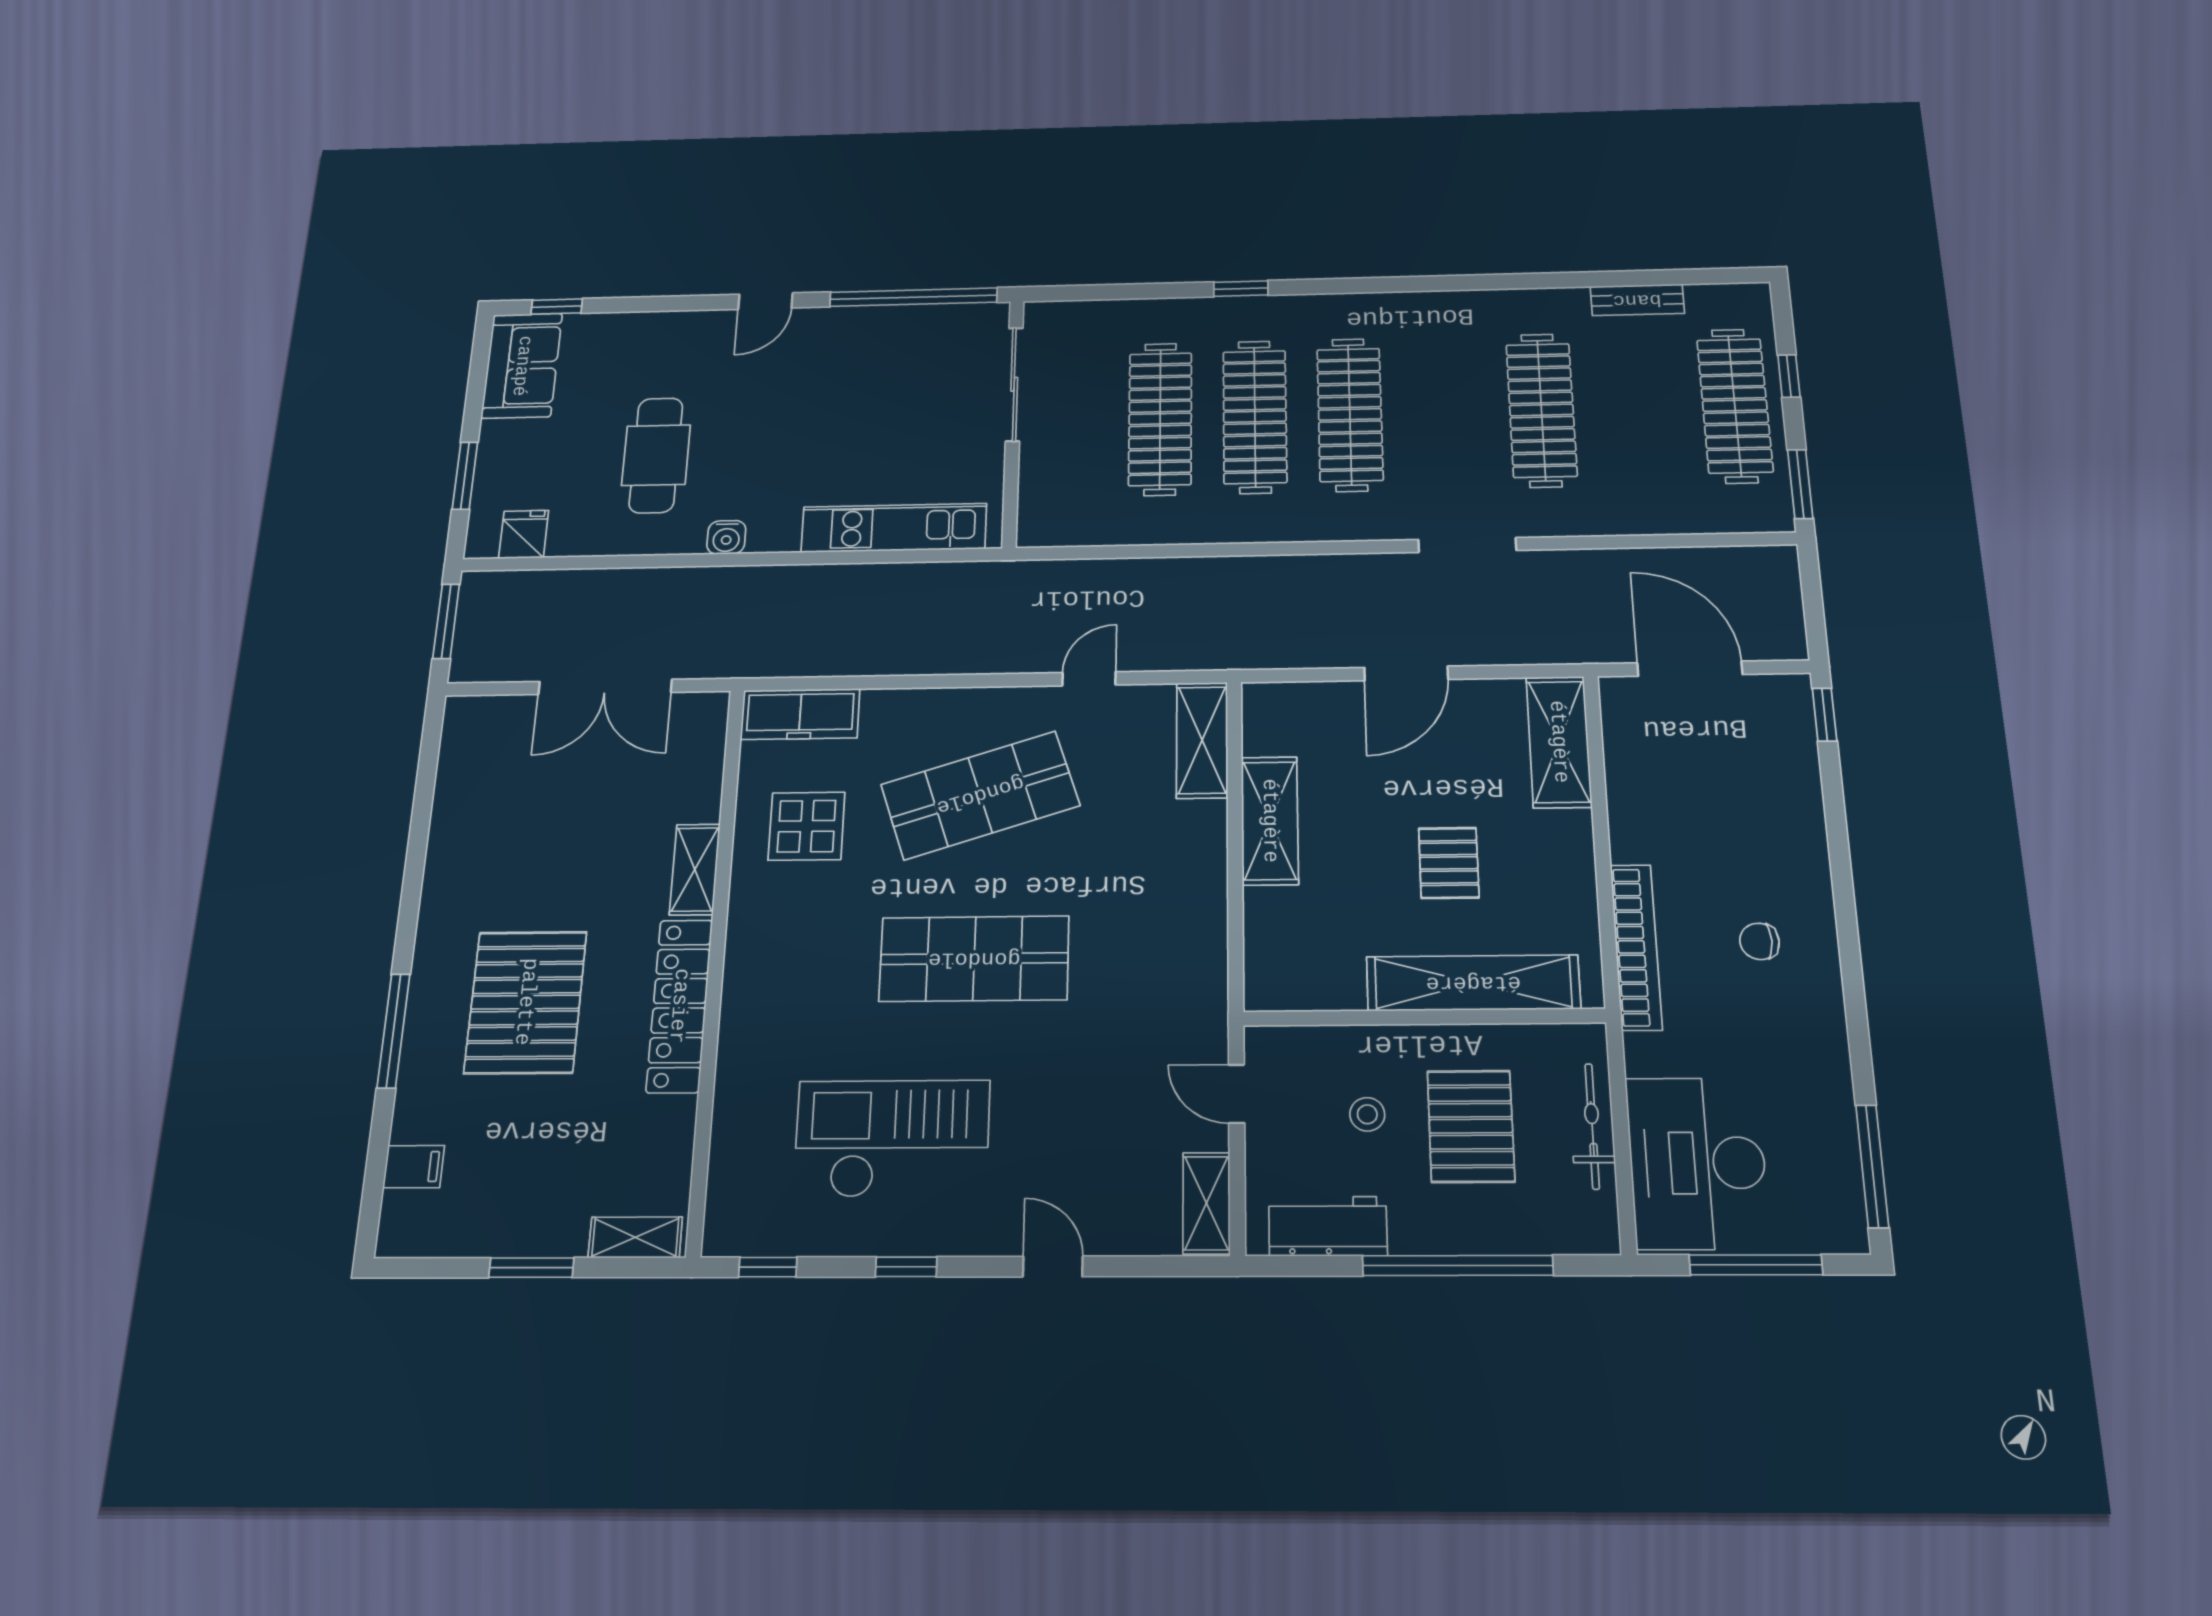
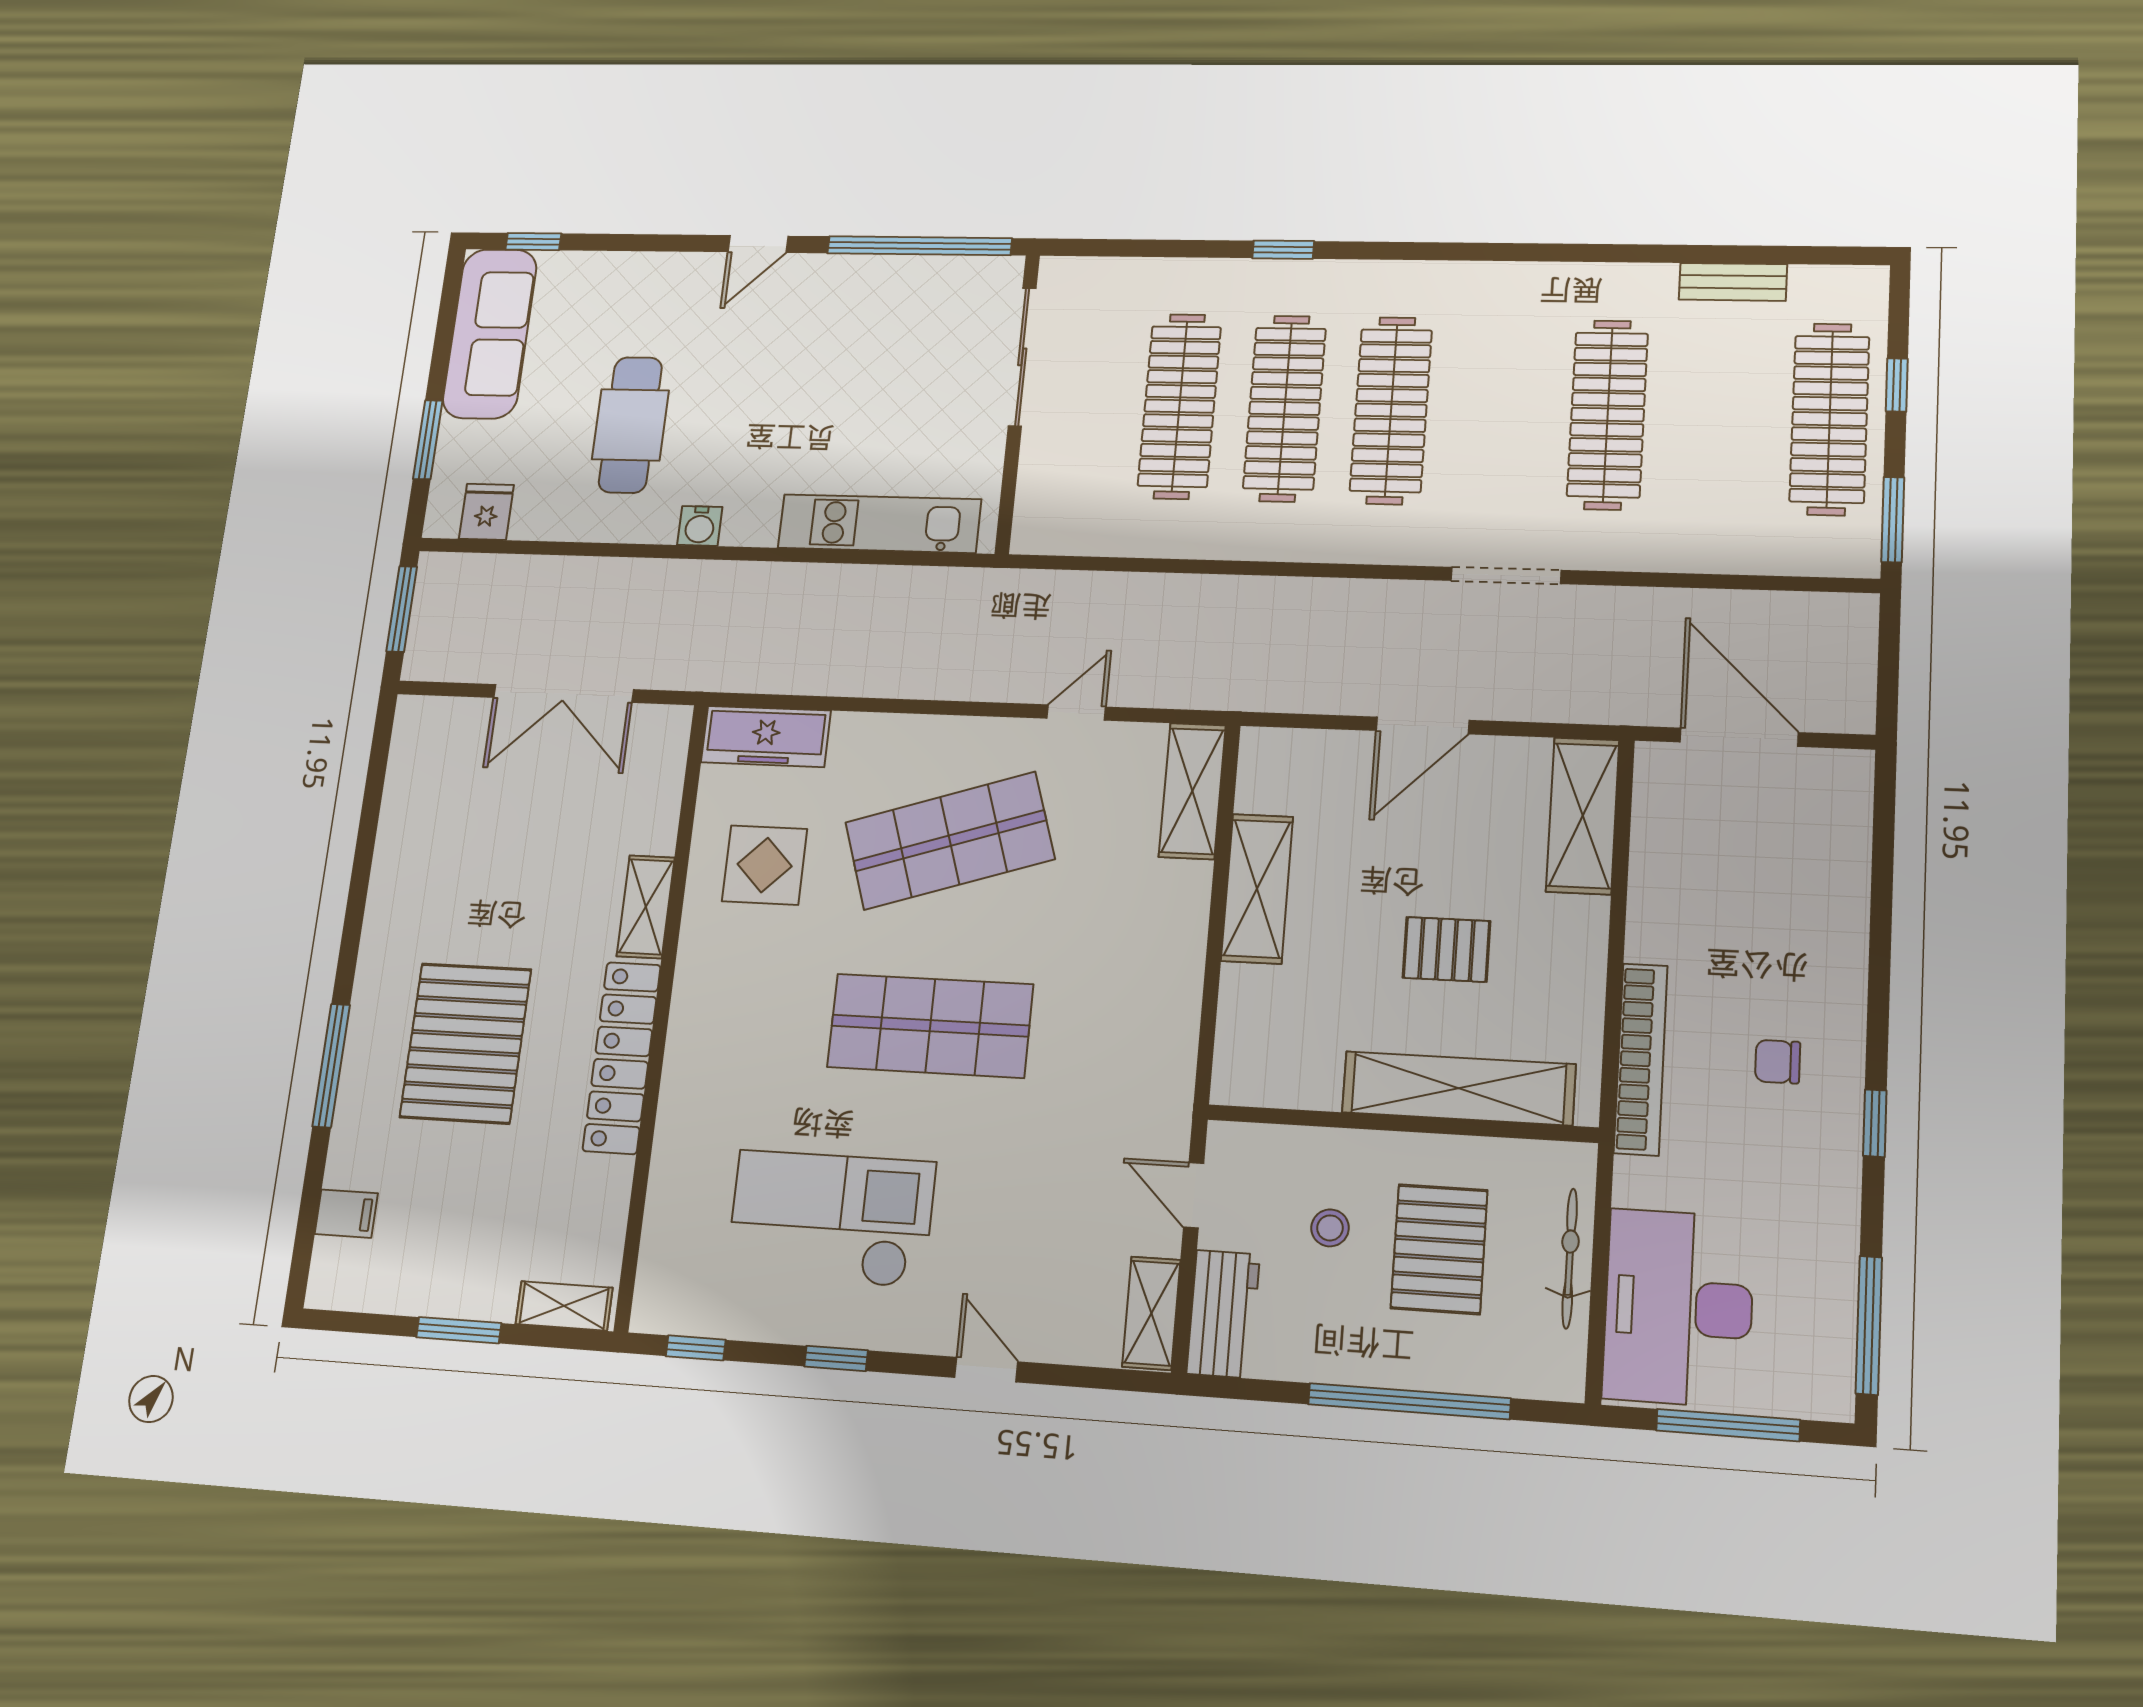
sofa: (522, 366) -> (490, 334), width x1.36
window: (1825, 715) -> (1875, 1123), moved
pallet: (1449, 863) -> (1446, 949), turned 90
workbench: (1328, 1226) -> (1223, 1314), moved, turned 90

